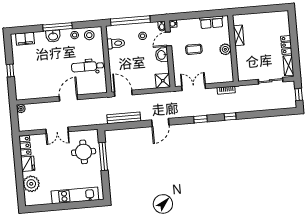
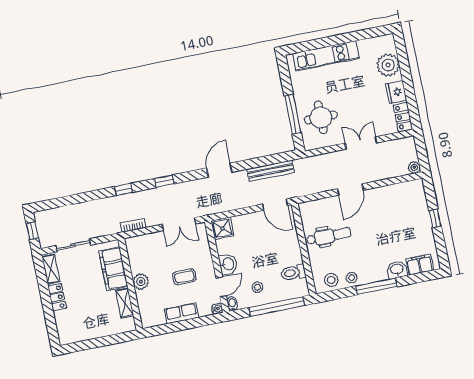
row of seats: (212, 22) -> (181, 313), moved
washbasin: (53, 36) -> (397, 270), moved
filing cabinet: (244, 61) -> (113, 269), added

